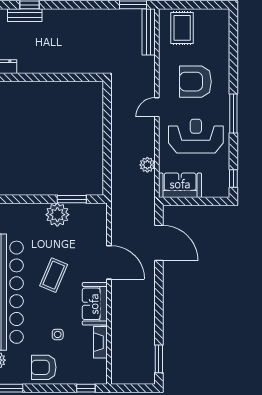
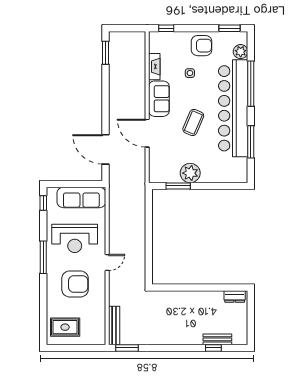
rug: (182, 28) -> (65, 327), moved, turned 90
plant: (147, 165) -> (115, 215), removed
sofa: (180, 185) -> (81, 197), width x1.36

